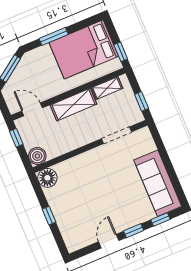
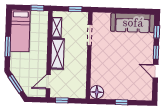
bed: (84, 49) -> (20, 31), width x0.67
boiler: (37, 156) -> (80, 92), removed

